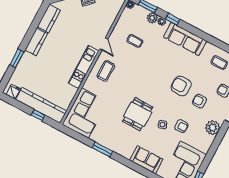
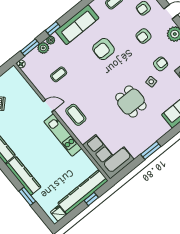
kitchen counter: (36, 42) -> (23, 176), width x1.50
armchair: (181, 86) -> (104, 49), moved

